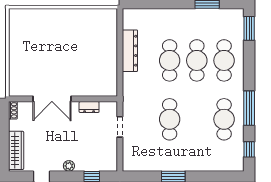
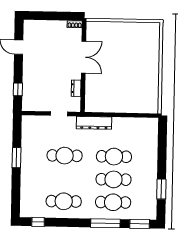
dresser: (130, 51) -> (94, 123), moved
double door: (52, 99) -> (84, 57), swing flipped
window: (249, 108) -> (105, 223), moved
wardrobe: (16, 150) -> (41, 26), removed
plant: (69, 166) -> (27, 70), removed

